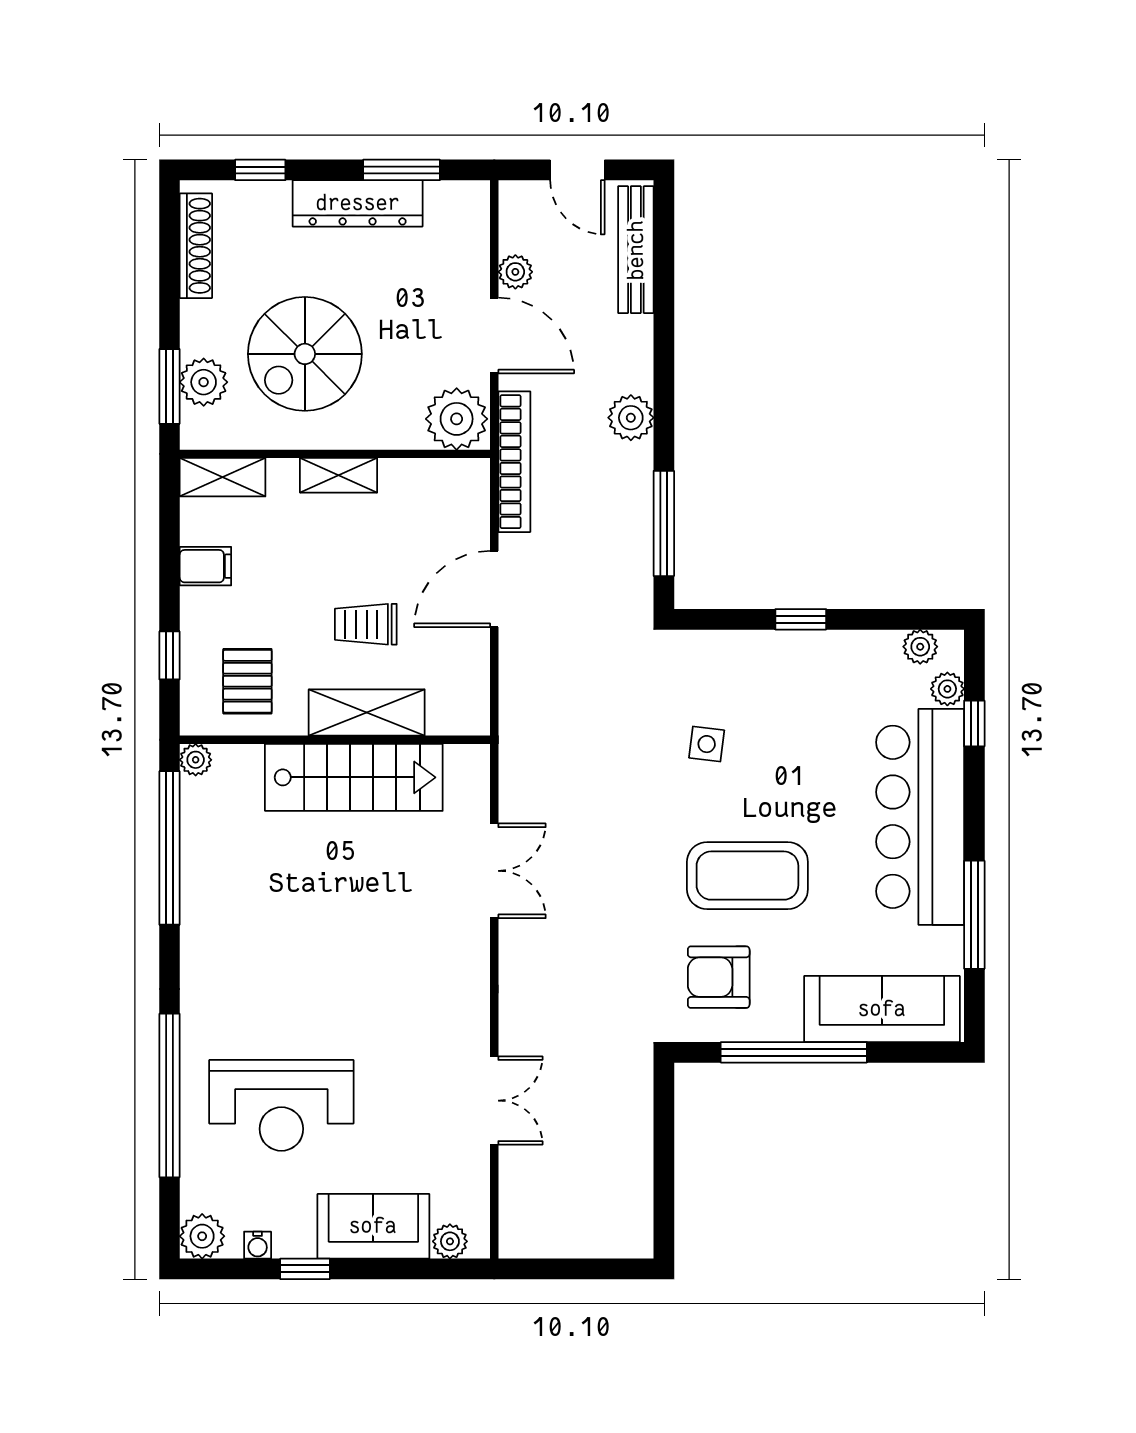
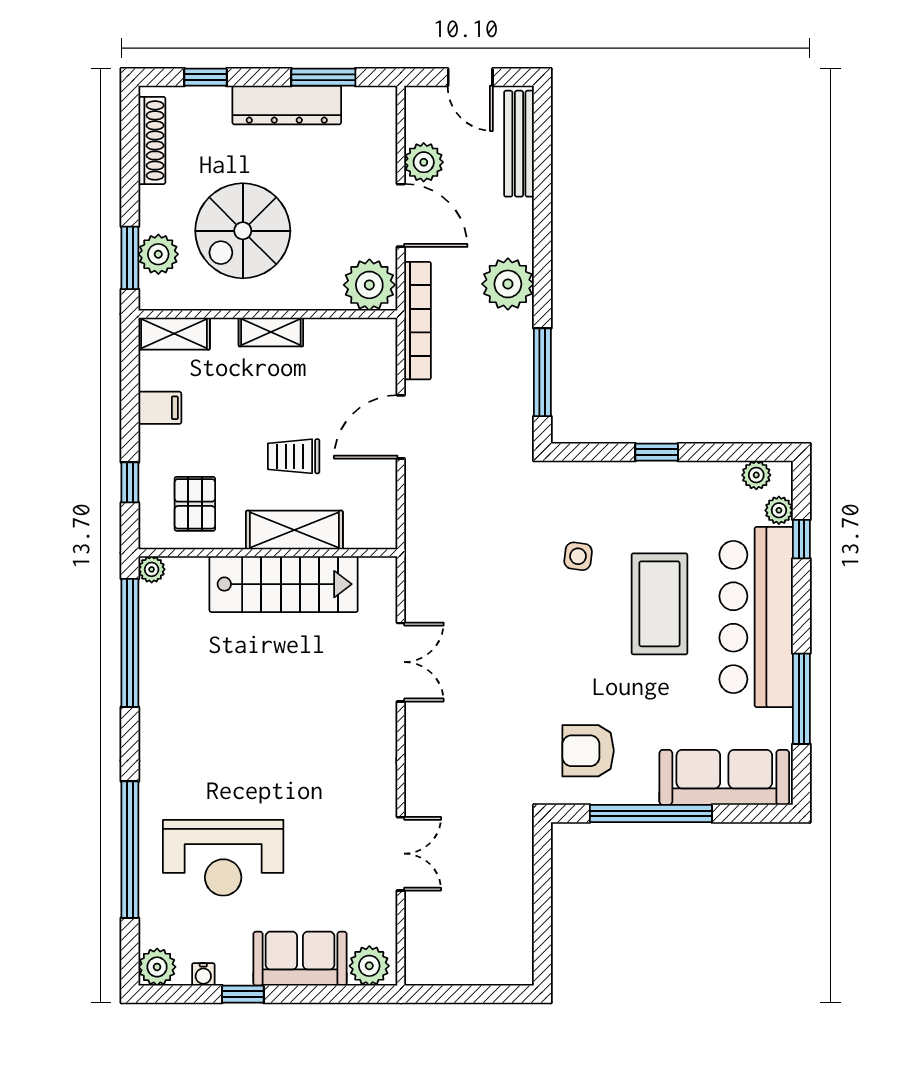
plant: (515, 272) -> (424, 162), width x1.38, depth x1.38
plant: (631, 418) -> (508, 284), width x1.36, depth x1.36
coffee table: (747, 876) -> (659, 604), moved, turned 90
plant: (450, 1241) -> (369, 966), width x1.38, depth x1.38

